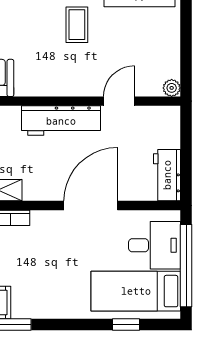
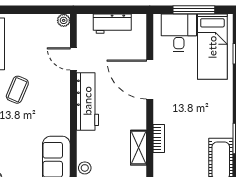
coffee table: (77, 25) -> (17, 90), turned -67
workbench: (167, 175) -> (112, 24), moved
window: (186, 266) -> (194, 10), width x0.68

